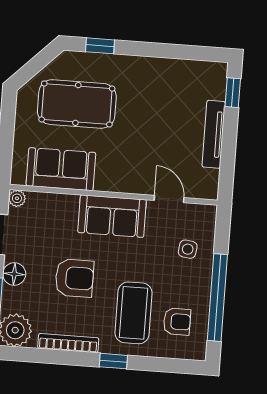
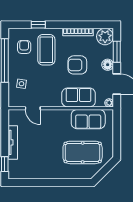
window: (100, 46) -> (73, 183), removed
sofa: (112, 216) -> (79, 97), moved
armchair: (177, 322) -> (24, 47), turned 90
window: (113, 361) -> (38, 25), moved

